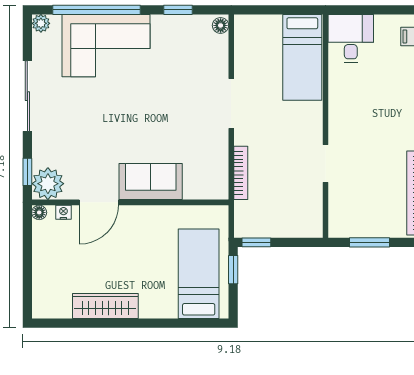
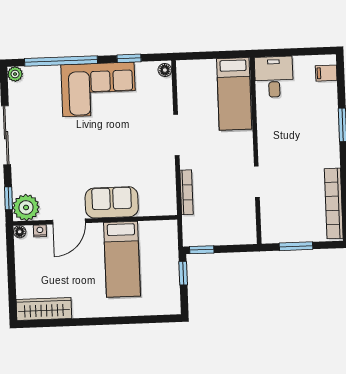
corner sofa: (106, 46) -> (98, 89), moved
bed: (199, 274) -> (122, 259), moved, turned 180
wardrobe: (105, 306) -> (44, 309), moved

